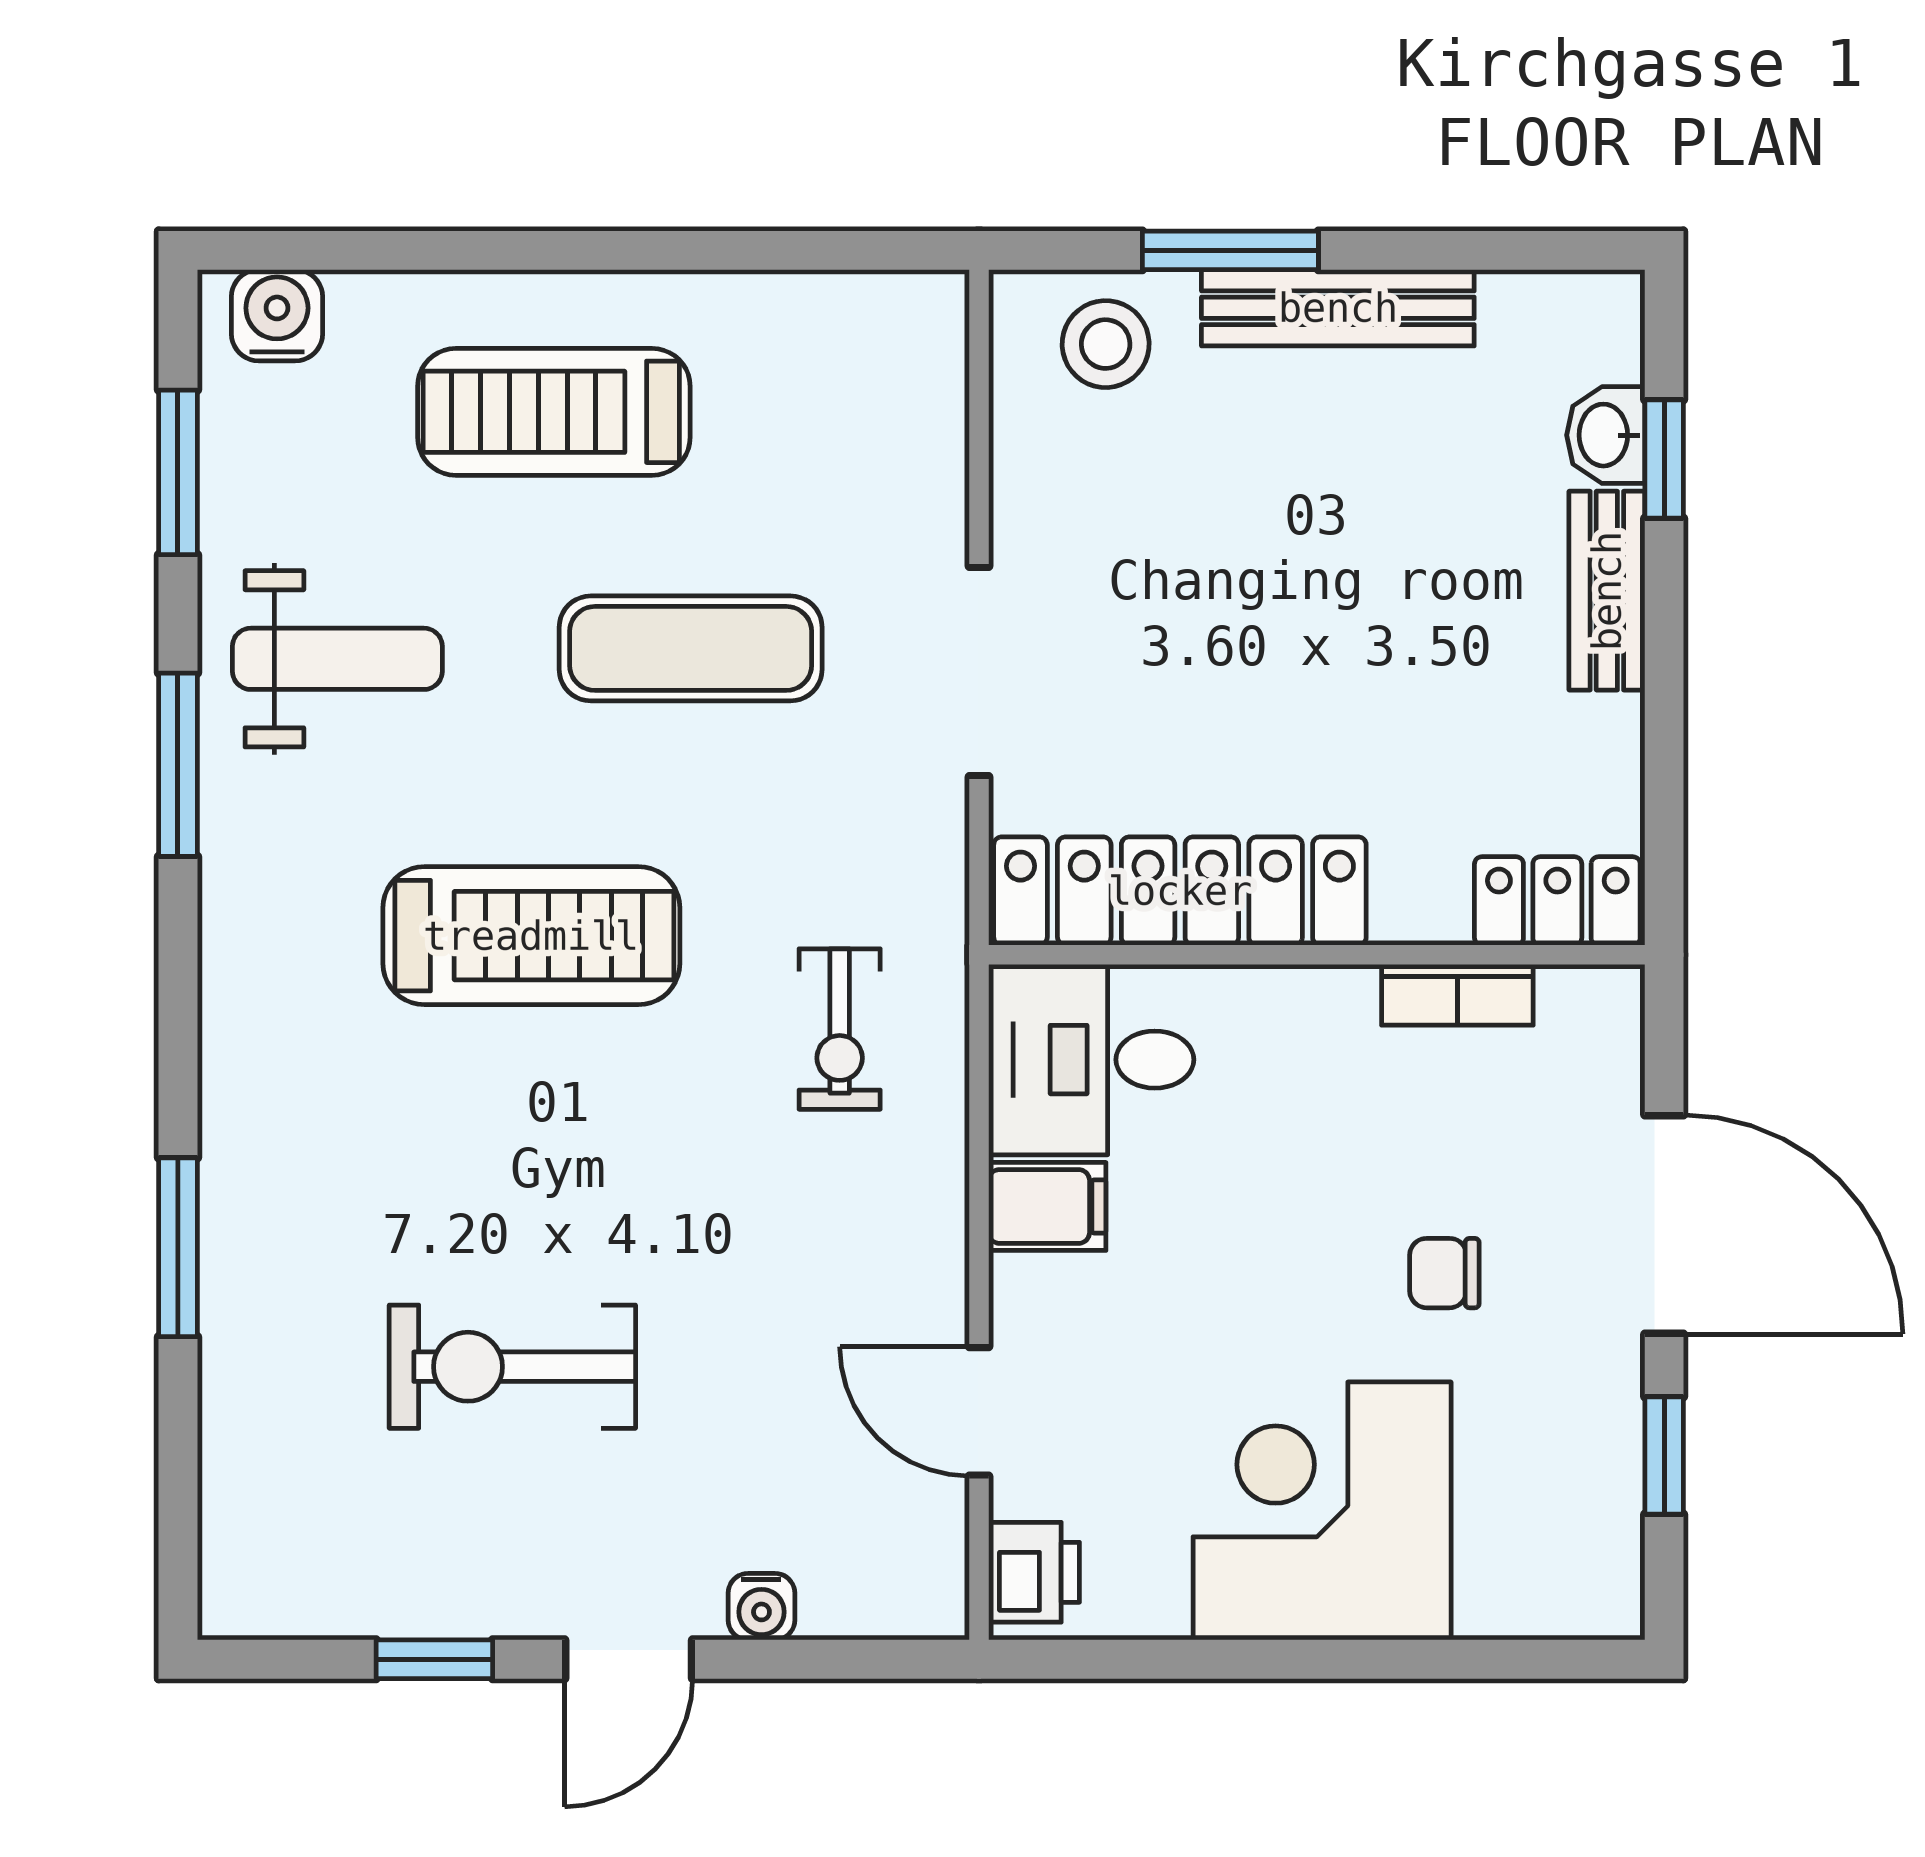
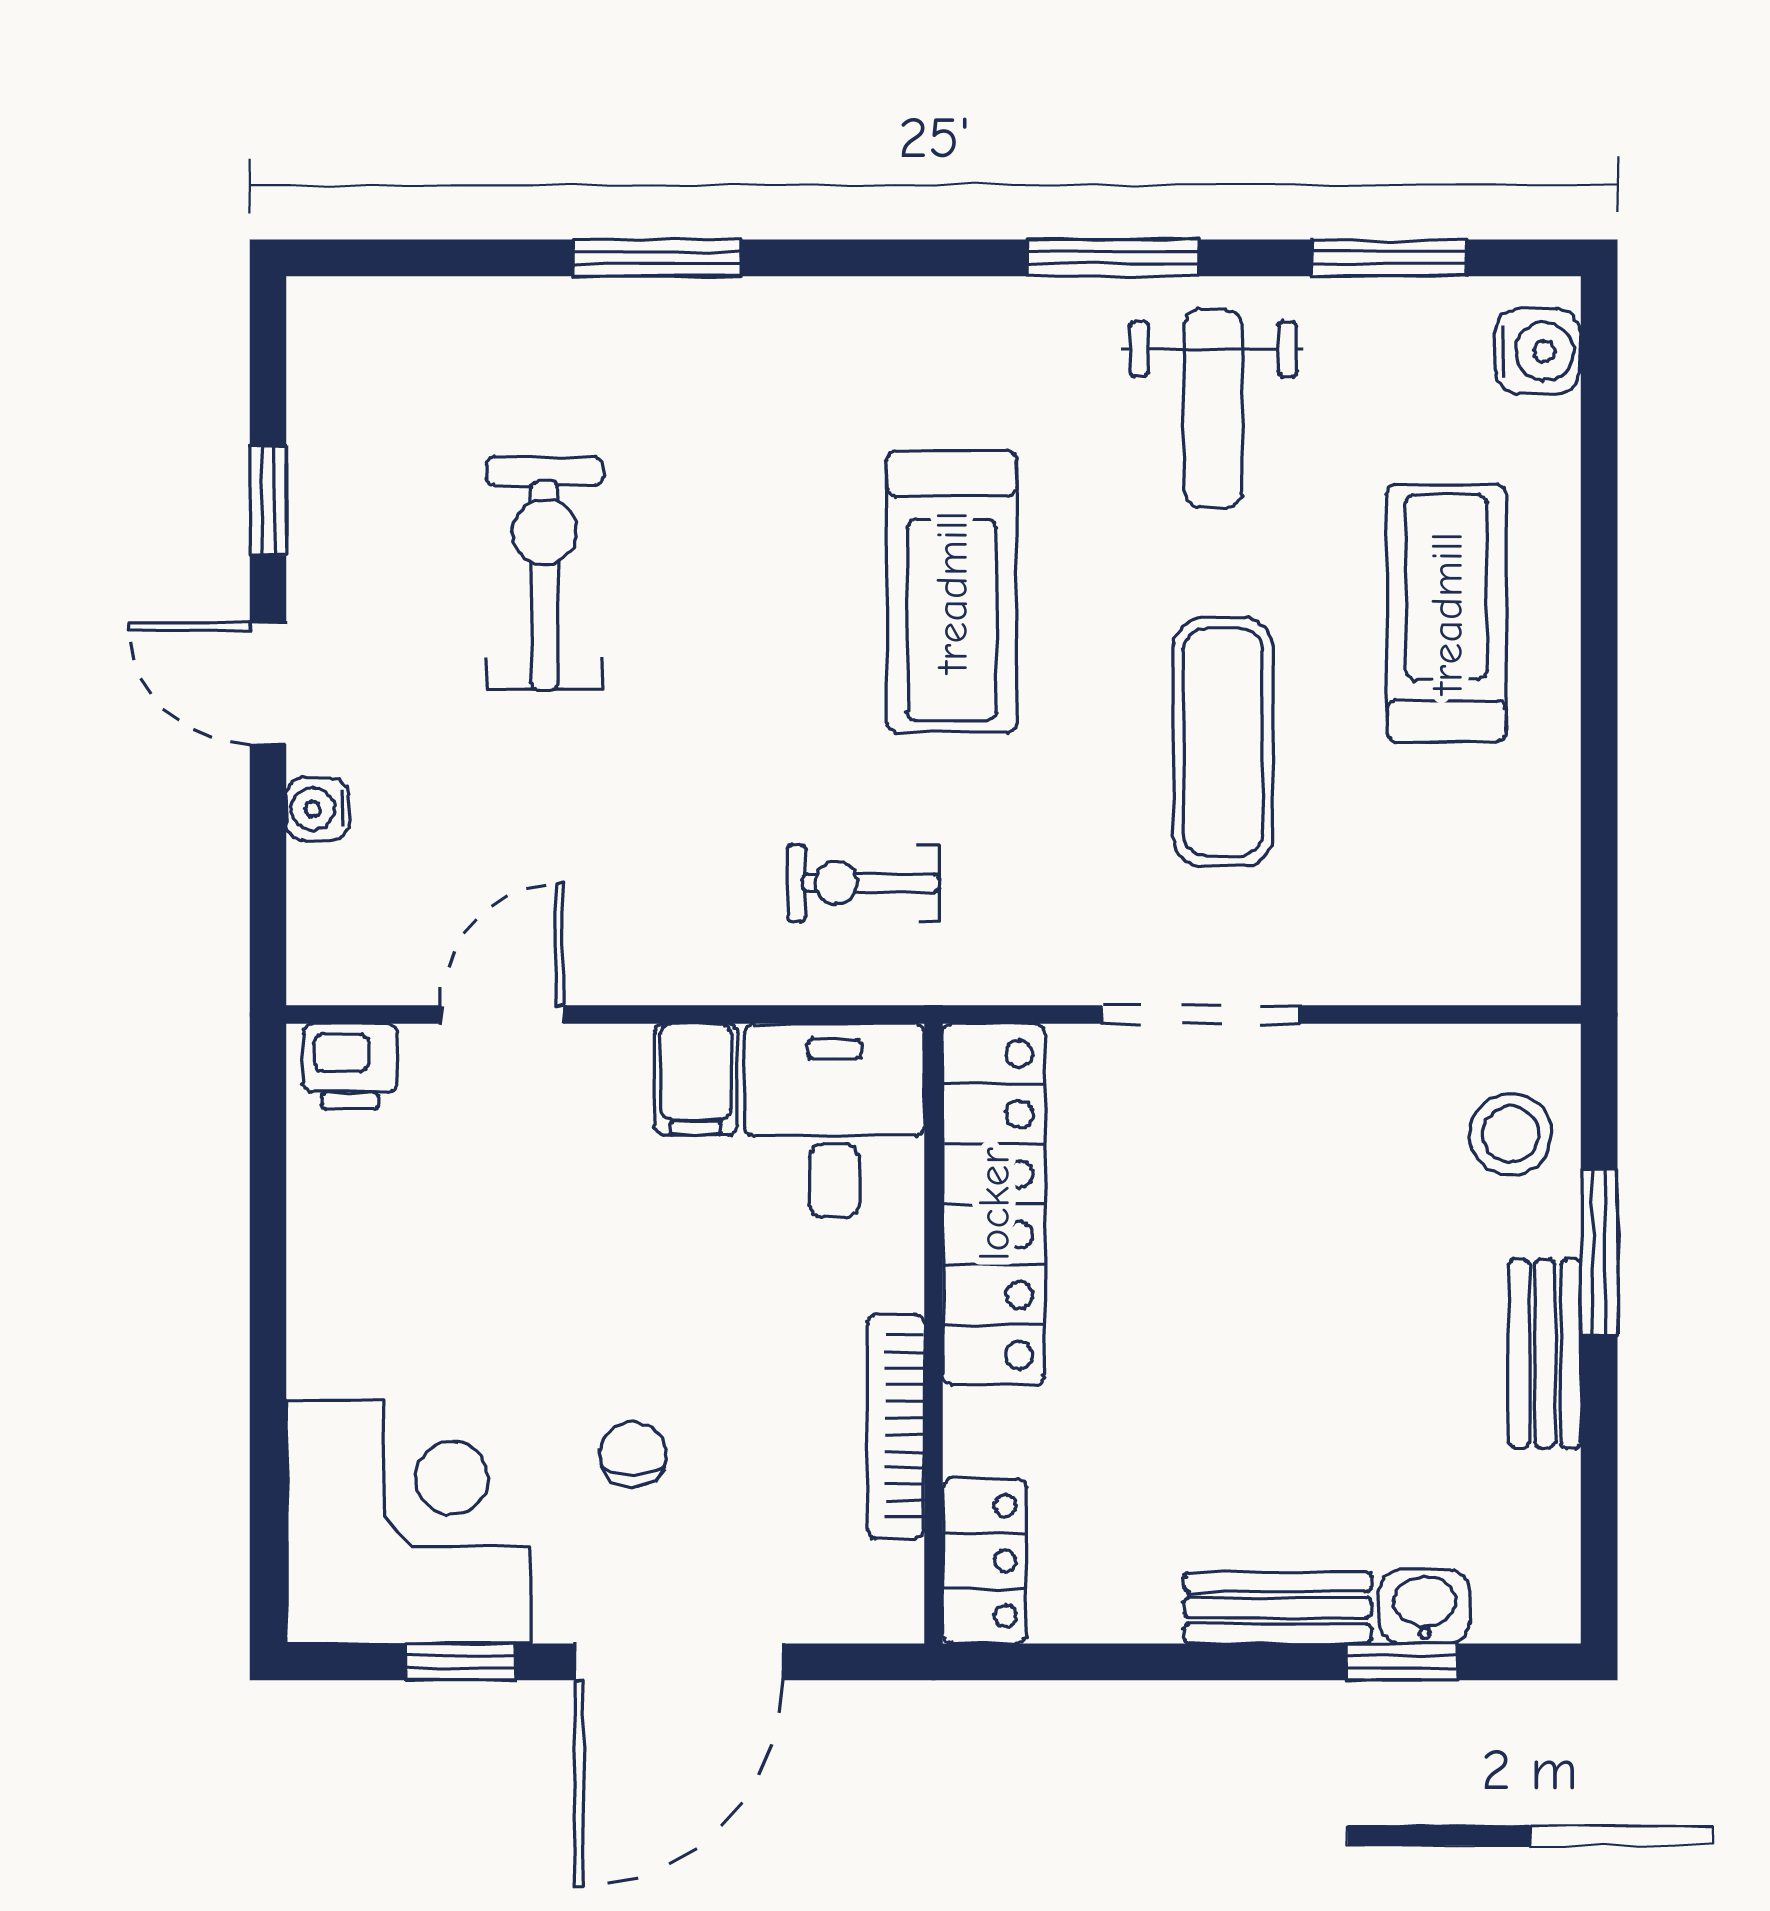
bench: (1338, 308) -> (1545, 1354), width x0.73
bookcase: (1457, 995) -> (896, 1426), width x1.56
corner desk: (1322, 1511) -> (408, 1522), moved

